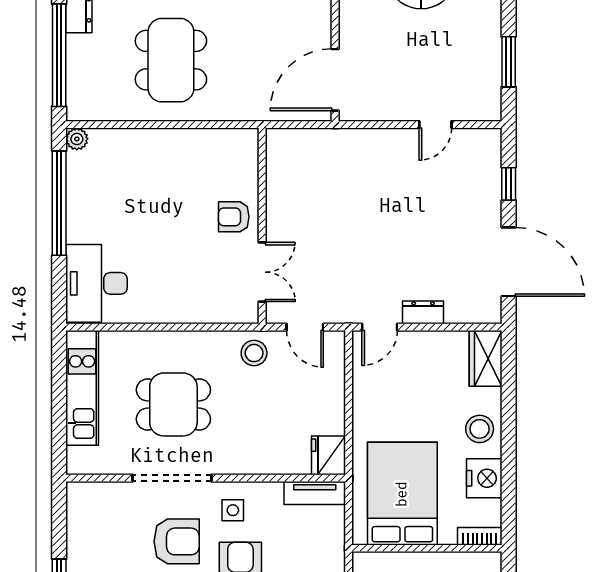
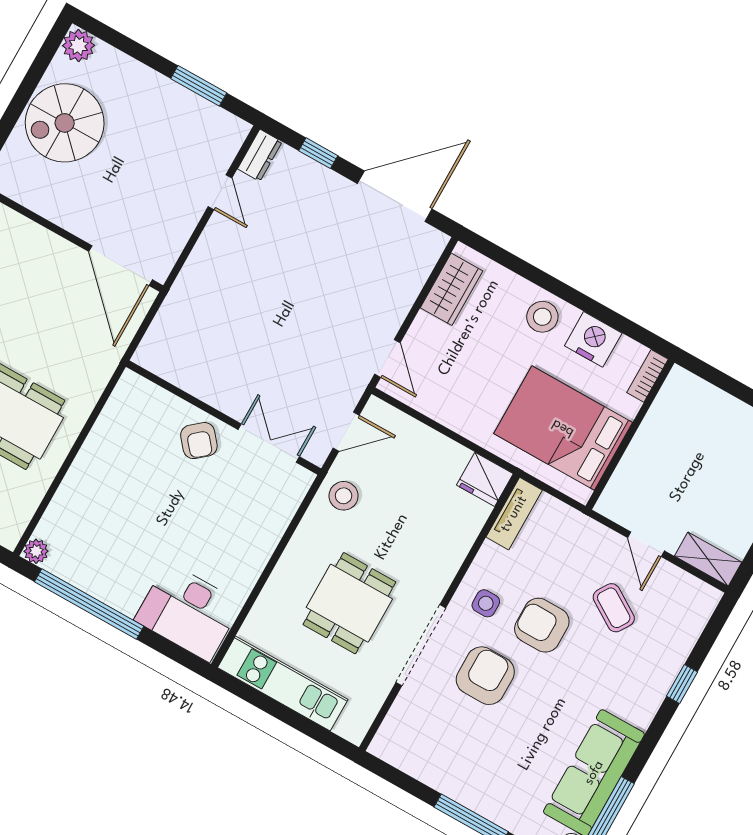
armchair: (234, 217) -> (199, 441), turned -40
dresser: (423, 312) -> (260, 155), moved, turned 180
wardrobe: (486, 358) -> (451, 289), moved, turned -90

